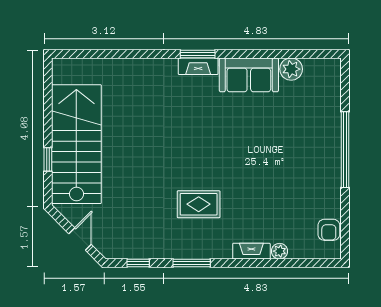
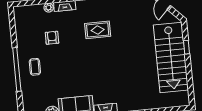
coffee table: (313, 151) -> (35, 67), added
armchair: (329, 230) -> (52, 38), moved

